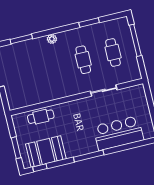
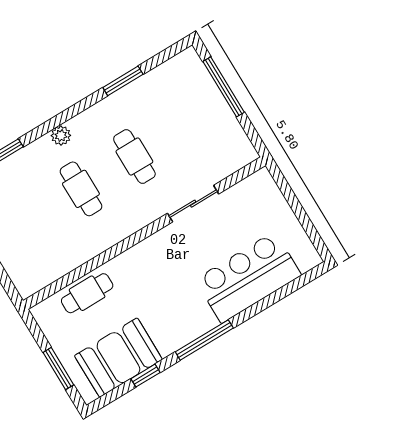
cafe table: (113, 52) -> (81, 189), moved
window: (40, 168) -> (145, 376), moved

